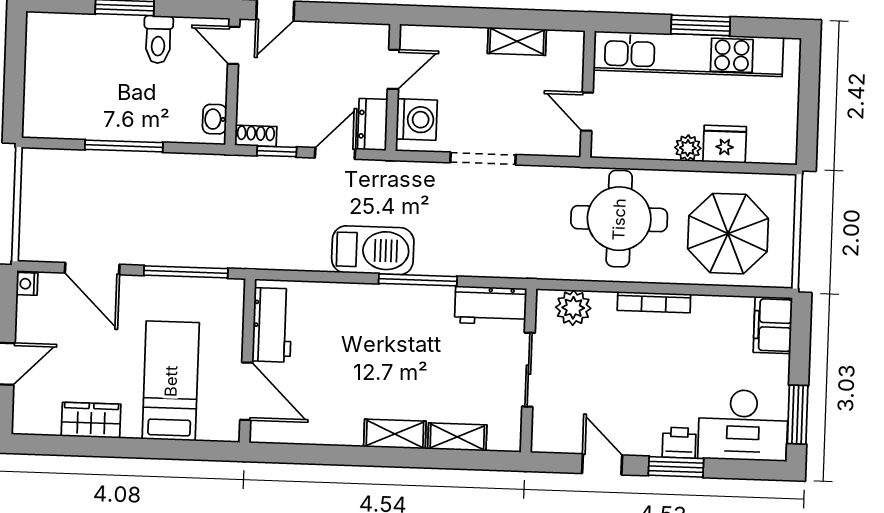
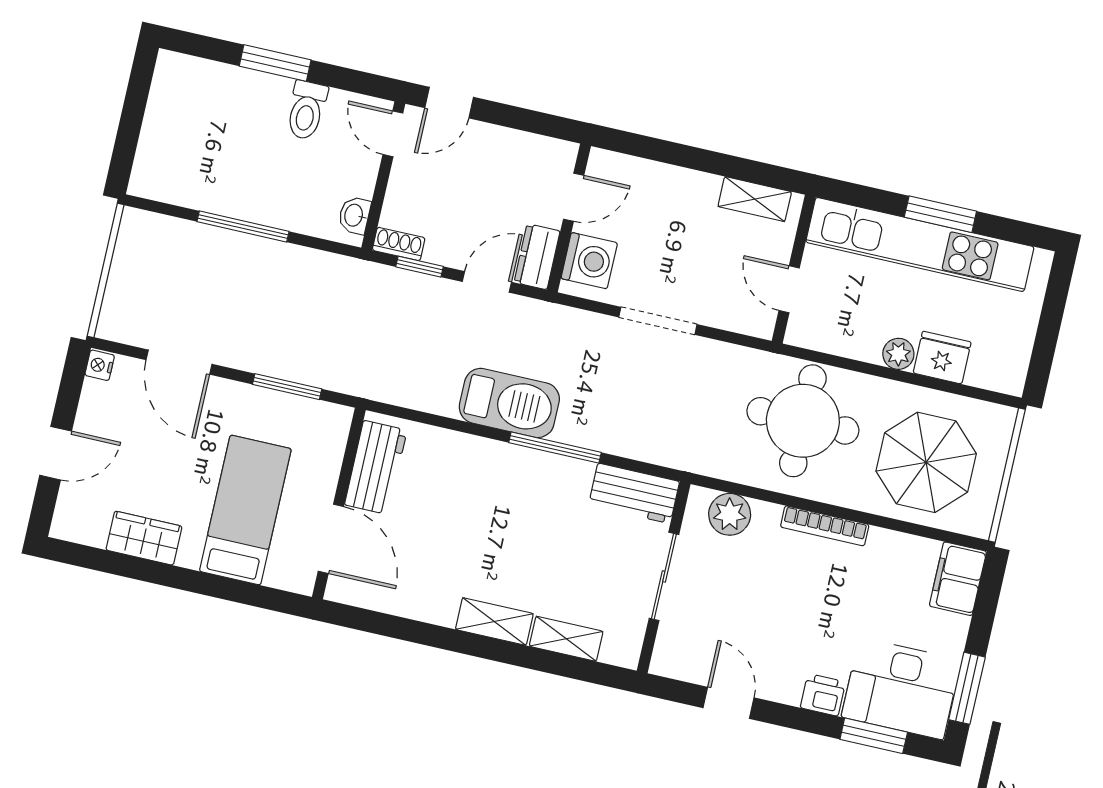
shelving: (517, 41) -> (755, 199), moved
window: (186, 272) -> (287, 387), width x0.69
window: (676, 467) -> (874, 736), moved

